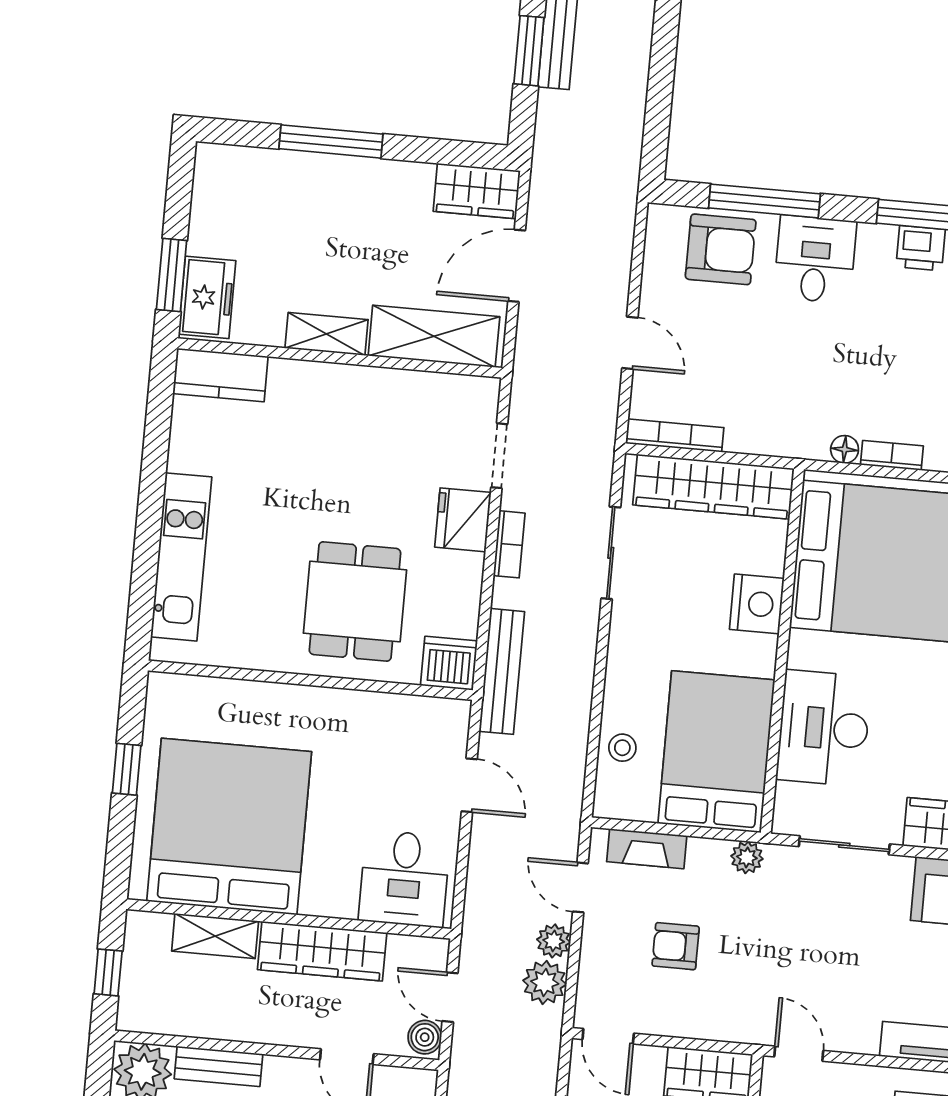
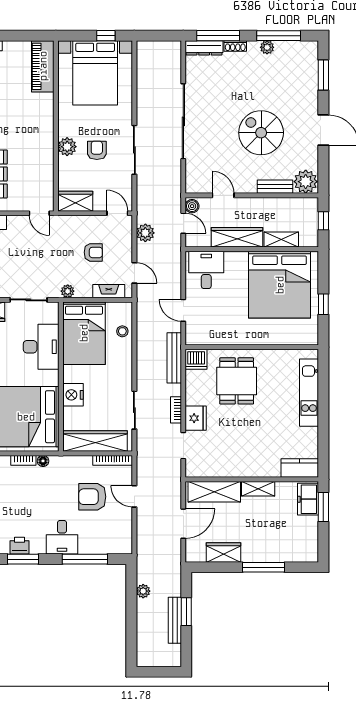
wardrobe: (477, 191) -> (223, 552), moved
armchair: (721, 249) -> (92, 497), moved
plant: (554, 941) -> (143, 591), moved

